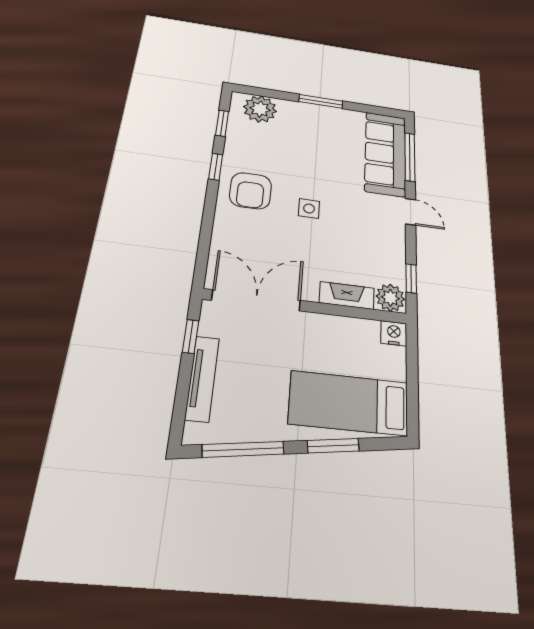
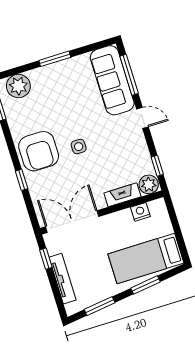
window: (216, 167) -> (22, 180), moved
armchair: (251, 191) -> (39, 151), width x1.36, depth x1.36
nightstand: (394, 333) -> (140, 212), moved
window: (243, 449) -> (100, 306), width x0.69

